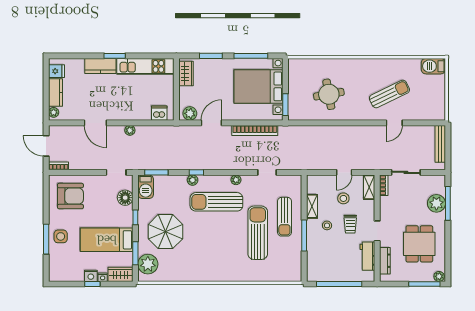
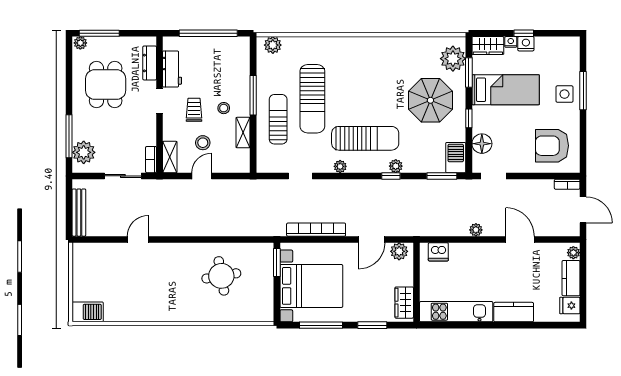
window: (115, 56) -> (495, 325), removed
sun lounger: (389, 94) -> (144, 276), removed
plant: (436, 203) -> (84, 152), moved
plant: (289, 275) -> (273, 45), added

